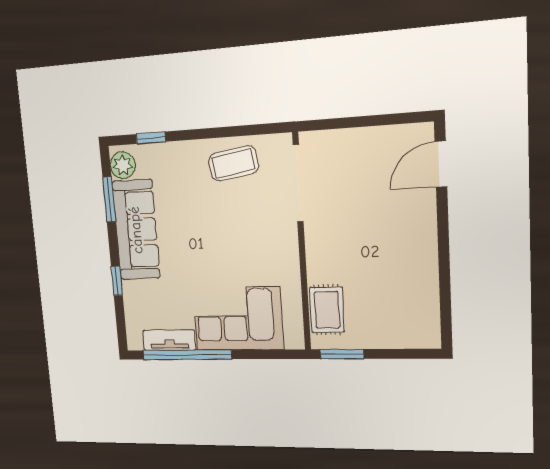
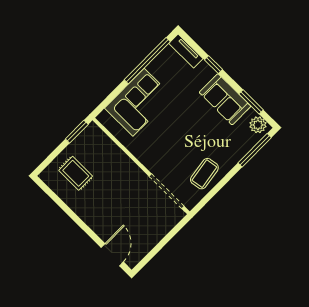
window: (151, 138) -> (255, 150), width x2.17
sofa: (136, 230) -> (225, 99), width x0.73
rug: (327, 310) -> (76, 173), moved
tv unit: (169, 340) -> (186, 51), moved, turned 90

